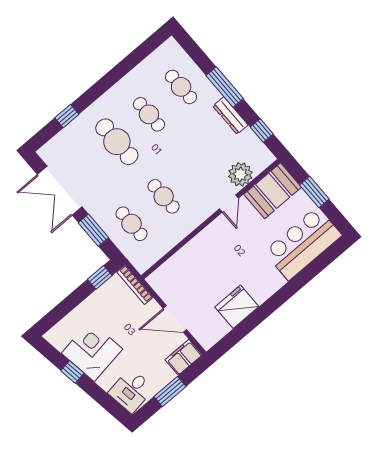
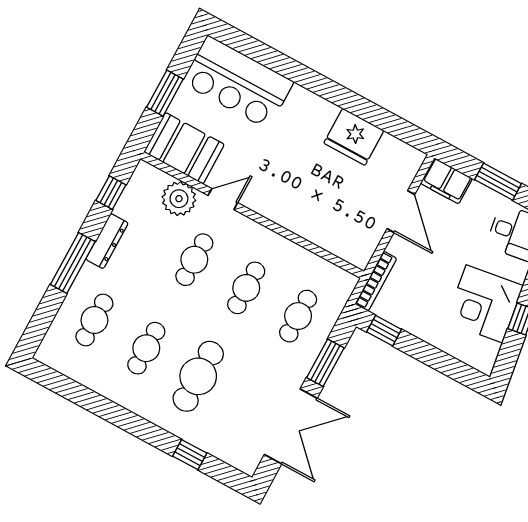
cafe table: (196, 169) -> (194, 260), added

